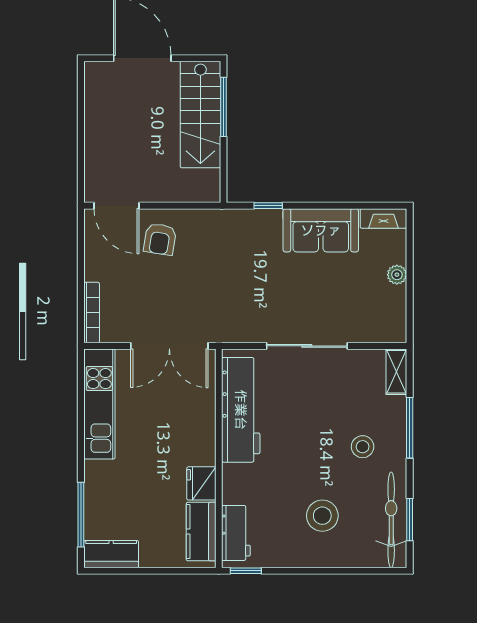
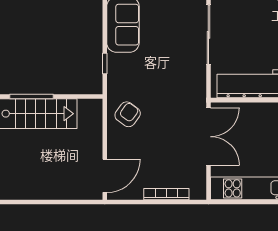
armchair: (160, 239) -> (128, 114), moved, turned -63
bookcase: (92, 313) -> (166, 194), moved

